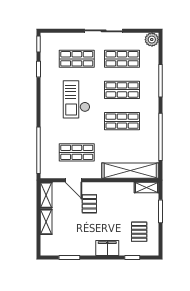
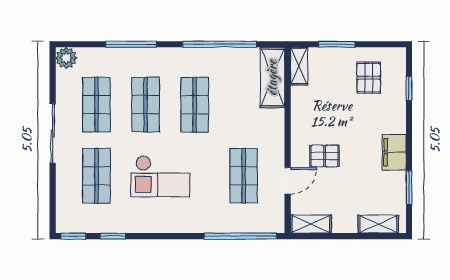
shelving: (130, 171) -> (272, 78), width x0.68
shelving: (46, 222) -> (378, 224), moved
pallet: (139, 232) -> (369, 78), turned 90
filing cabinet: (107, 248) -> (394, 152), moved

